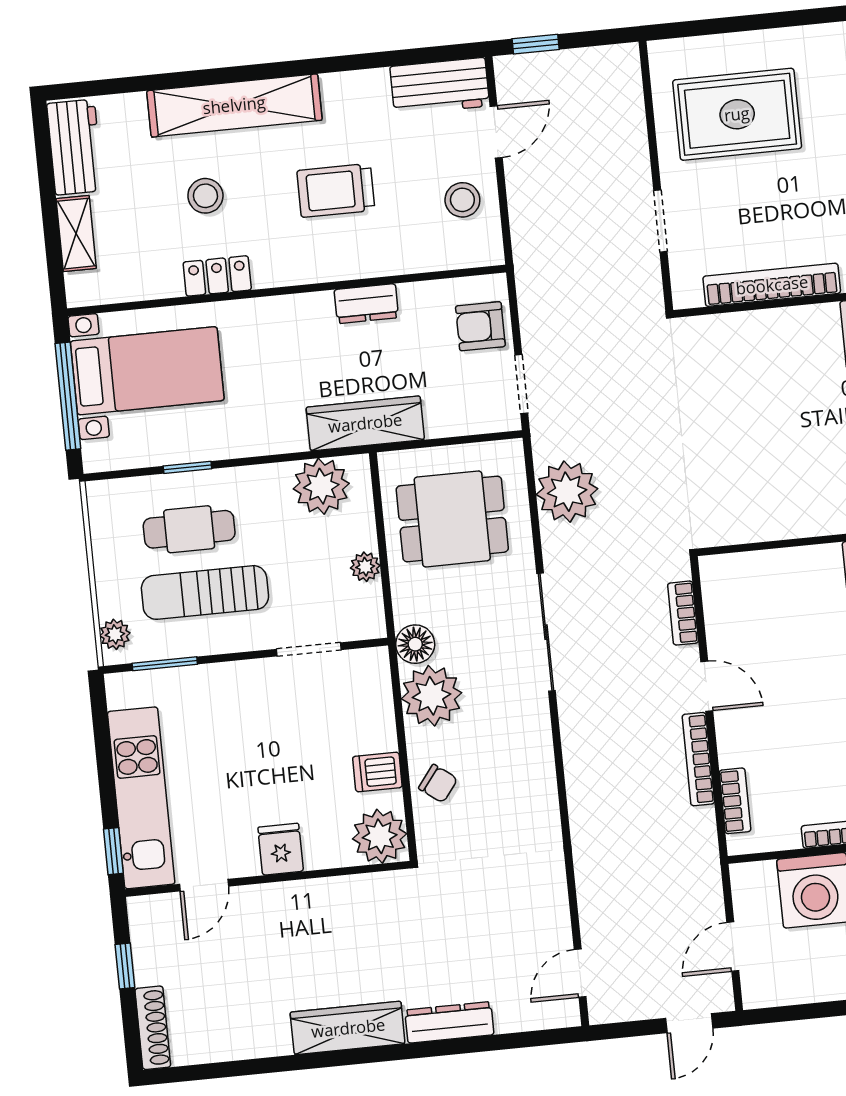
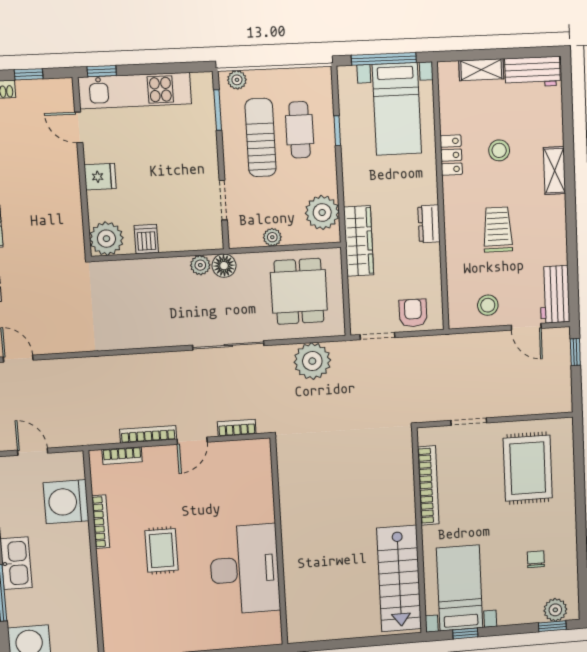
shelving: (234, 105) -> (555, 171), width x0.45, depth x0.75
dresser: (366, 304) -> (429, 224), moved
plant: (432, 696) -> (200, 265), width x0.53, depth x0.53
chair: (438, 784) -> (138, 276), removed

